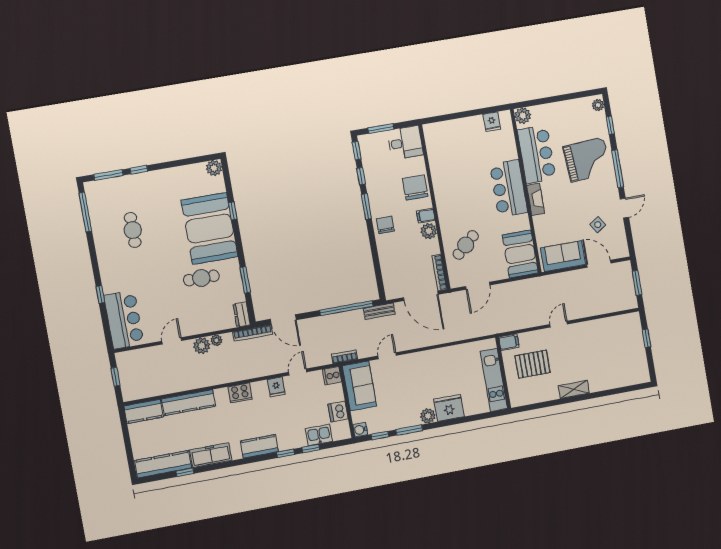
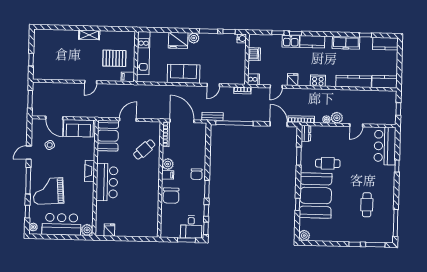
desk: (405, 143) -> (191, 227), moved, turned -90
bar counter: (537, 154) -> (61, 224), moved, turned 90
door: (478, 286) -> (128, 120), moved
sofa: (359, 386) -> (184, 74), moved, turned 90
kitchen sink: (319, 435) -> (291, 41), moved
kitchen counter: (163, 464) -> (385, 44), width x0.67

